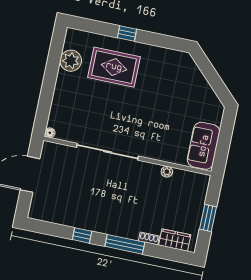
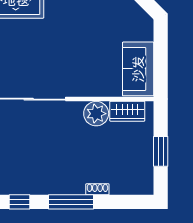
plant: (167, 172) -> (96, 114), width x1.87, depth x1.87
wardrobe: (175, 240) -> (127, 111), moved, turned 180

